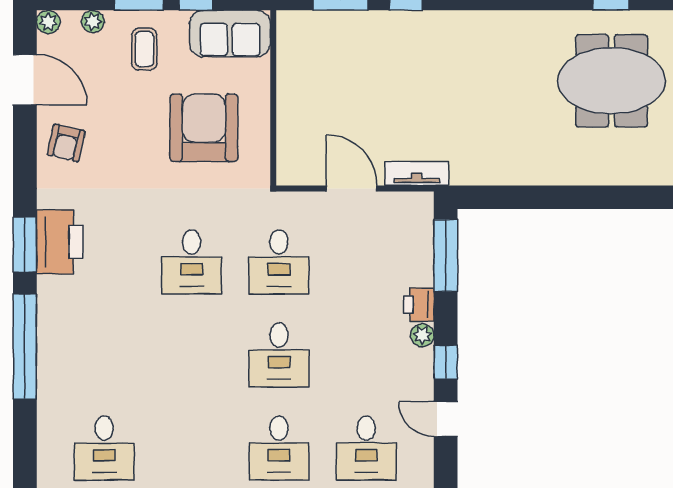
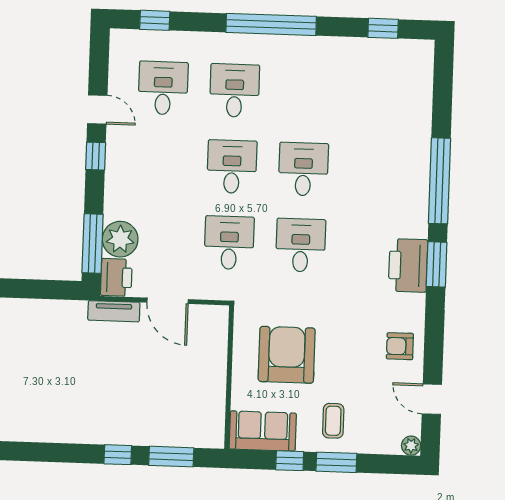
plant: (93, 21) -> (375, 445), removed
door: (25, 80) -> (432, 399), width x0.73
armchair: (204, 128) -> (287, 355), turned 180
armchair: (66, 143) -> (400, 346), turned -103
printer: (419, 305) -> (116, 277), moved, width x1.36, depth x1.24
plant: (422, 335) -> (120, 239), moved, width x1.88, depth x1.88
desk: (104, 448) -> (303, 169), moved

